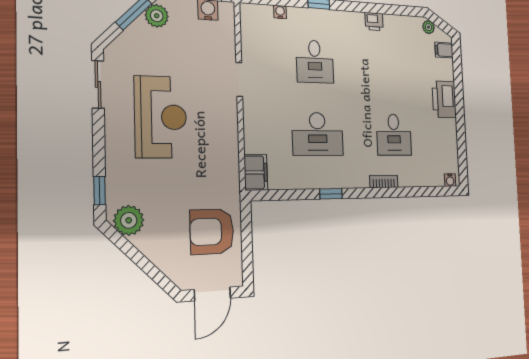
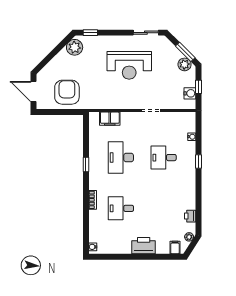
printer: (374, 21) -> (190, 216), moved
filing cabinet: (256, 172) -> (110, 119), moved

